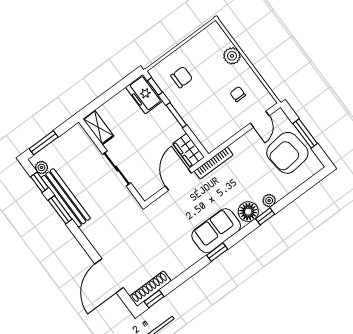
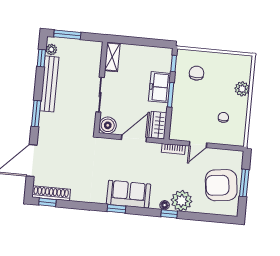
chair: (182, 77) -> (197, 73), turned -91
freezer: (144, 94) -> (160, 87), moved
door: (260, 119) -> (198, 144), moved
bookcase: (214, 163) -> (173, 149), width x0.64
boiler: (146, 189) -> (108, 125), added
plant: (269, 201) -> (182, 201), width x1.87, depth x1.87
window: (60, 210) -> (36, 114), moved
floor lamp: (248, 212) -> (165, 205), width x0.53, depth x0.53

